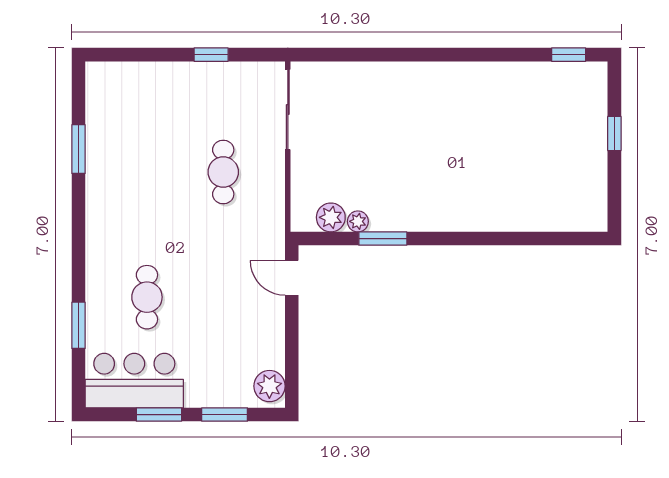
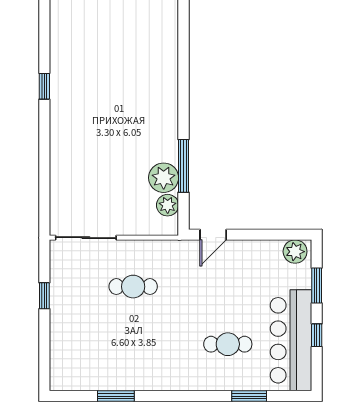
window: (569, 55) -> (44, 86), moved
plant: (358, 221) -> (164, 178), width x1.88, depth x1.88
window: (383, 239) -> (183, 166), width x1.44
bar counter: (134, 381) -> (291, 340), width x1.36
window: (159, 415) -> (317, 335), width x0.67

